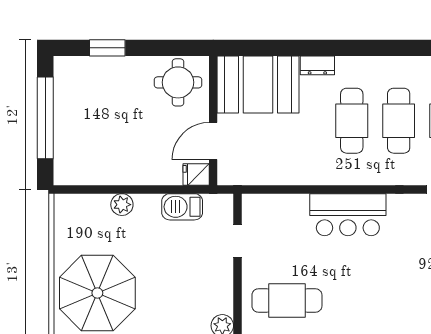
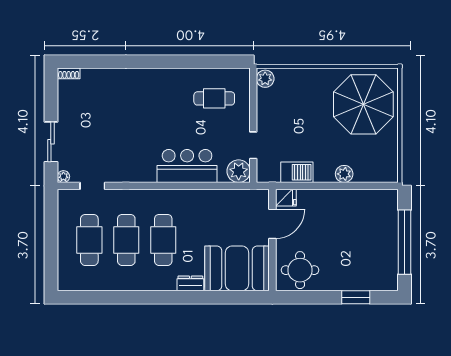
plant: (256, 208) -> (239, 171), added
bar counter: (348, 215) -> (187, 166), moved
cafe table: (287, 300) -> (214, 98), width x0.73, depth x0.74

